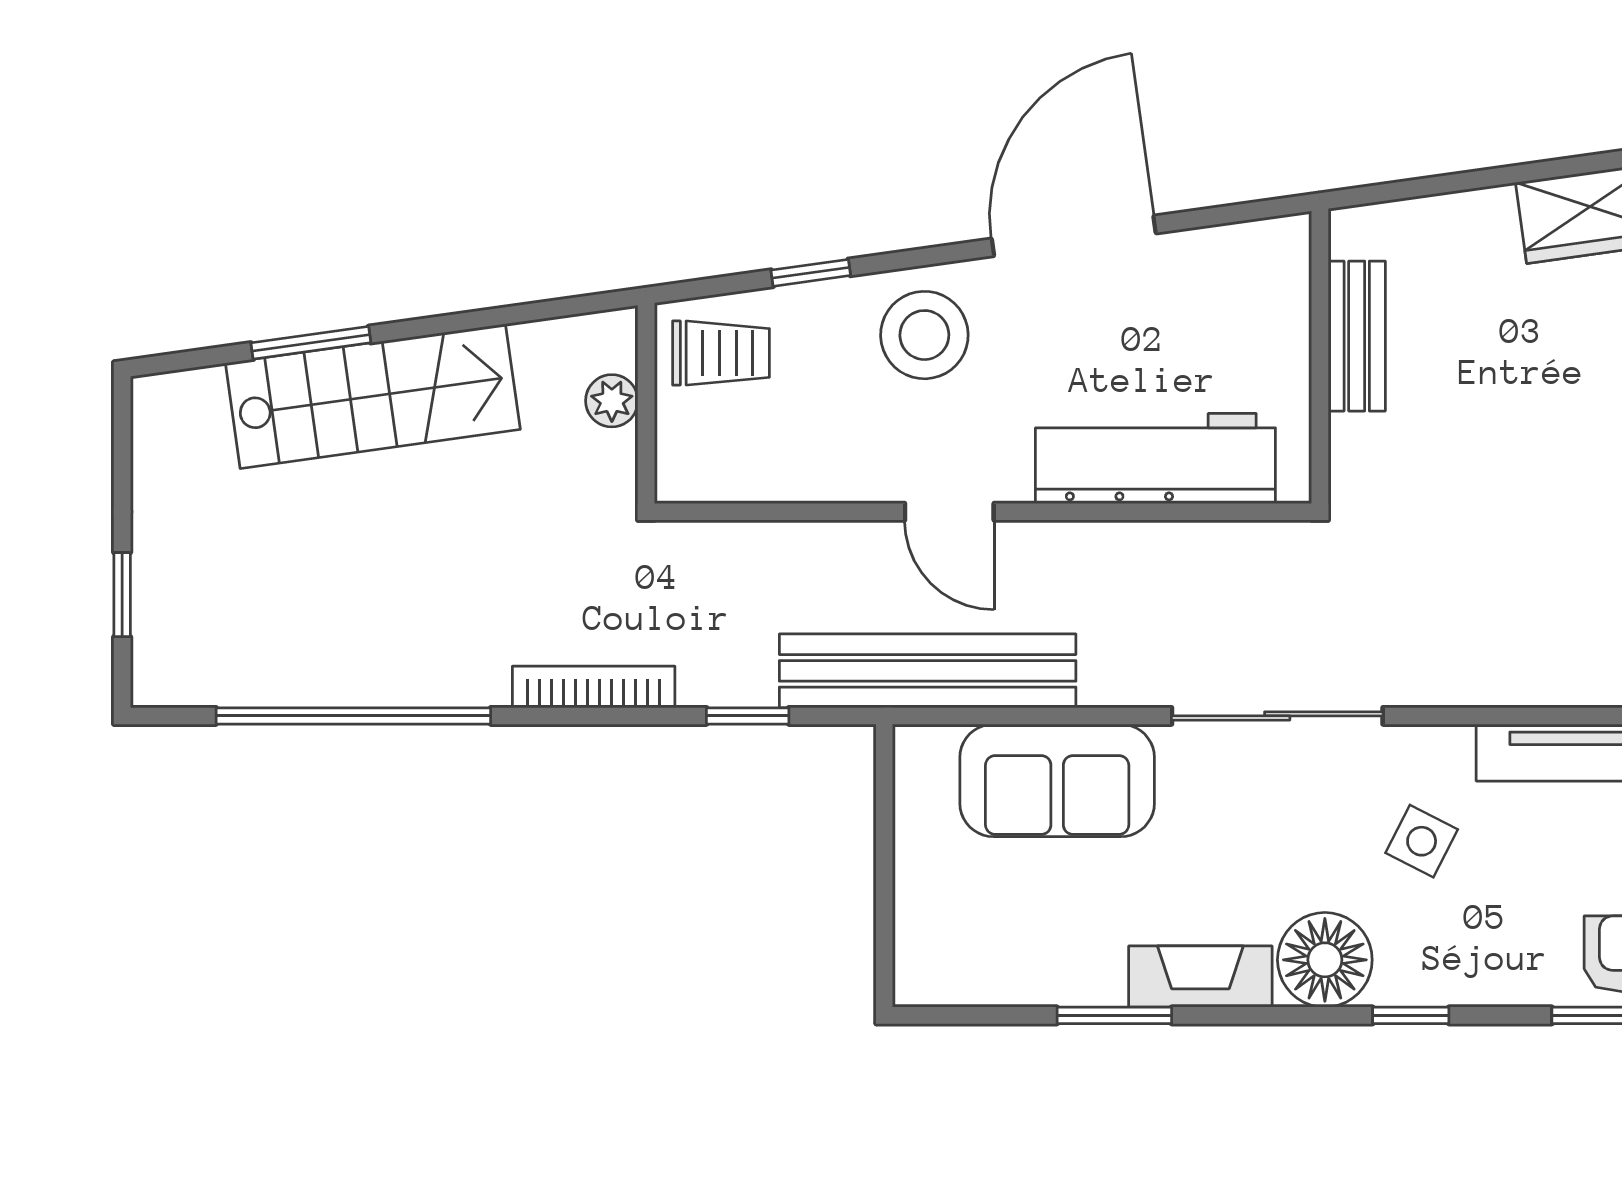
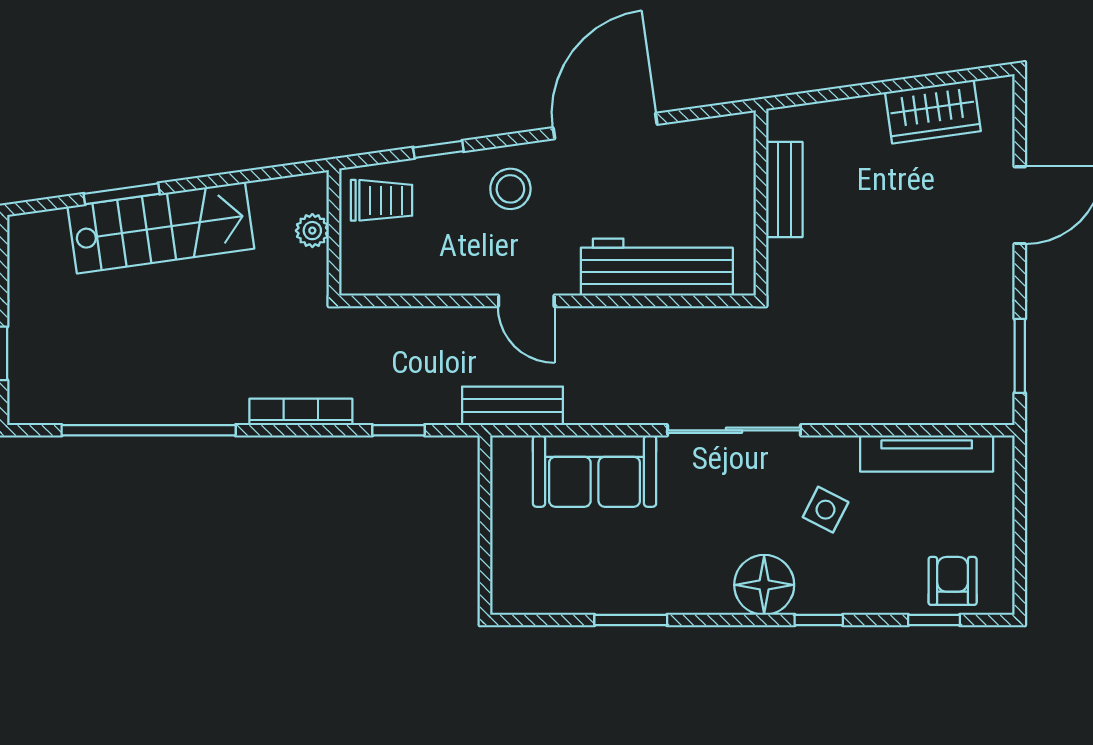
stool: (924, 335) -> (510, 189), width x0.73, depth x0.73
bench: (928, 671) -> (512, 406), width x0.54, depth x0.82
fireplace: (1200, 977) -> (685, 595), removed

